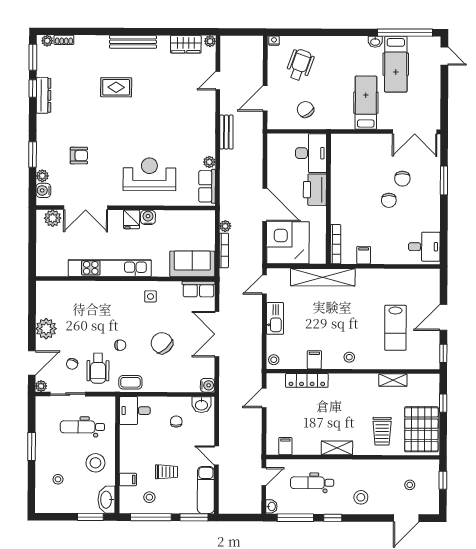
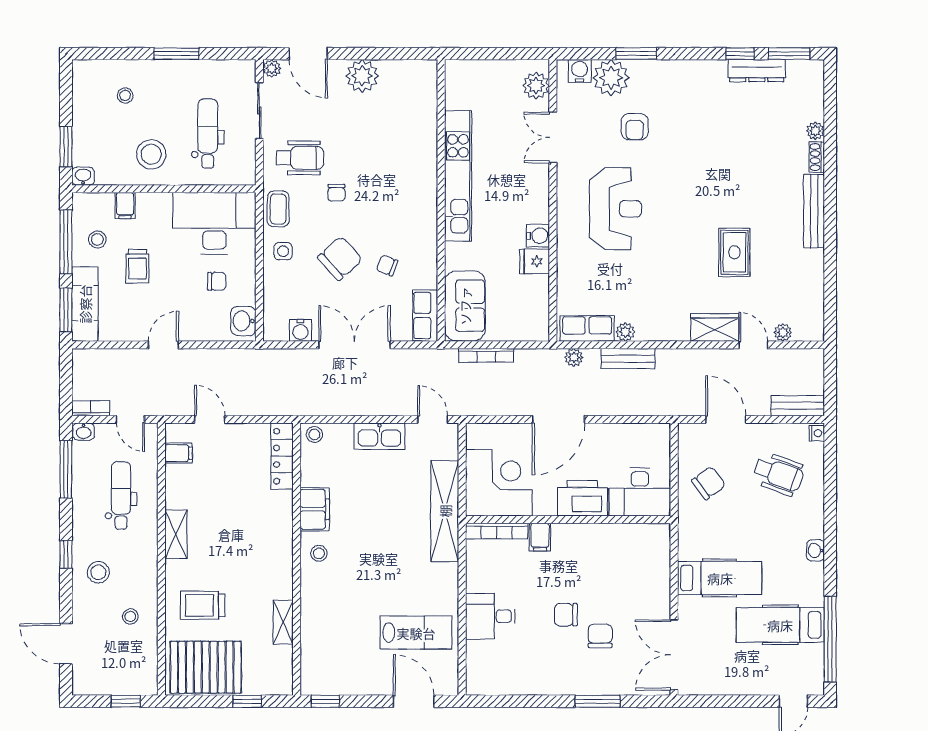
shoe rack: (64, 40) -> (817, 157), moved
plant: (47, 41) -> (815, 131), moved
plant: (210, 41) -> (783, 332), moved
washbasin: (375, 42) -> (816, 550), moved
wardrobe: (186, 44) -> (715, 327), moved, turned 90
bench: (257, 53) -> (798, 406), added
rug: (116, 87) -> (734, 252), moved
dresser: (44, 95) -> (757, 71), moved
bench: (226, 132) -> (628, 359), moved
reception desk: (149, 174) -> (615, 209), moved
plant: (42, 176) -> (611, 78), width x1.88, depth x1.88
chair: (402, 179) -> (600, 636), turned 90
double door: (86, 208) -> (553, 137), width x0.73
fridge: (132, 219) -> (535, 261), moved
plant: (225, 226) -> (574, 357), moved
corner desk: (288, 243) -> (499, 483), moved
desk: (424, 247) -> (490, 616), moved, turned 90
filing cabinet: (364, 255) -> (540, 537), moved, turned 90
side table: (150, 296) -> (283, 251), moved
door: (443, 317) -> (414, 701), moved
lab bench: (395, 328) -> (416, 633), moved, turned 180
filing cabinet: (314, 360) -> (315, 509), width x2.00
chair: (72, 364) -> (387, 265), moved
wheelchair: (98, 368) -> (300, 158), turned 180
locker: (307, 380) -> (282, 456), moved
water cooler: (208, 385) -> (300, 330), moved
door: (264, 398) -> (210, 419), moved
desk: (135, 411) -> (214, 223), width x1.87, depth x1.30
stool: (410, 485) -> (130, 617), moved
exam couch: (206, 490) -> (85, 304), moved, turned 90
washbasin: (107, 500) -> (83, 176), width x0.52, depth x0.69
bookcase: (257, 502) -> (91, 408), added
window: (333, 518) -> (66, 554), moved

